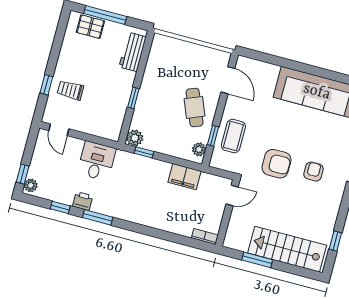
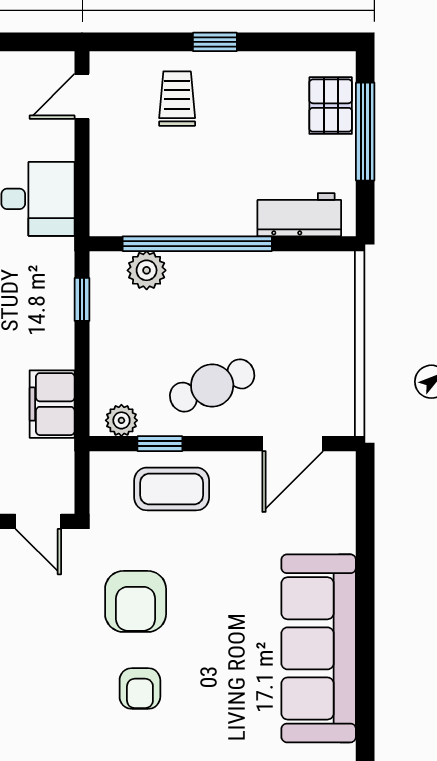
window: (46, 85) -> (215, 42), moved
window: (133, 98) -> (197, 244), width x3.17
plant: (135, 138) -> (147, 270), moved
armchair: (313, 172) -> (140, 688), turned 90

